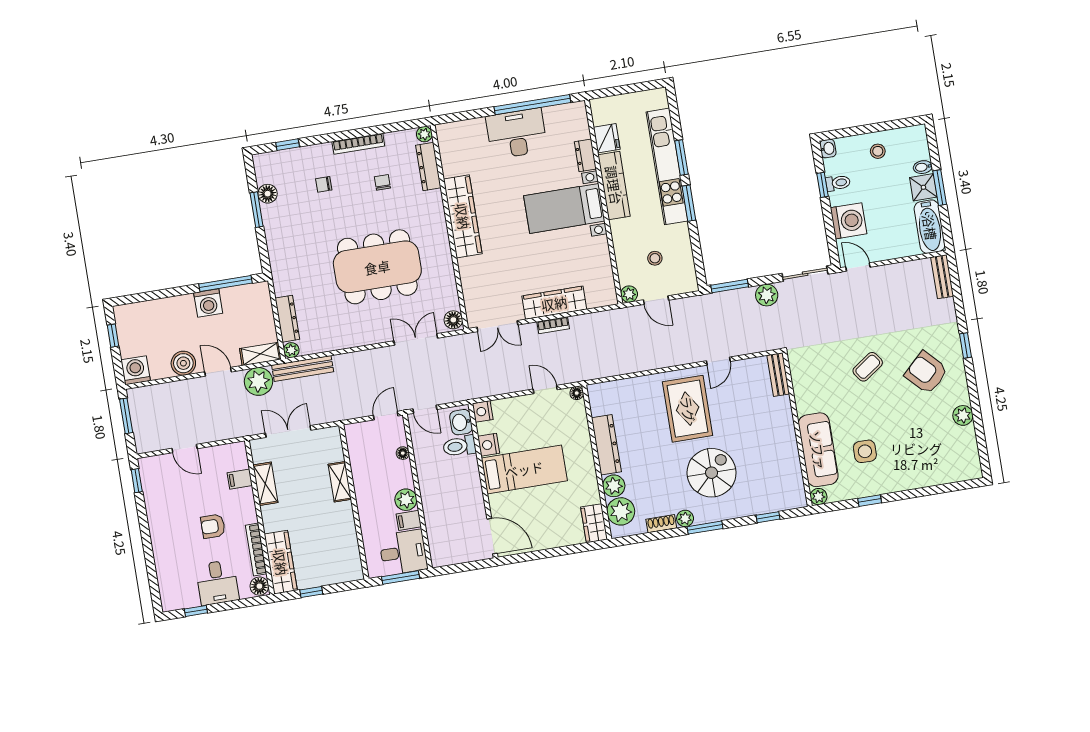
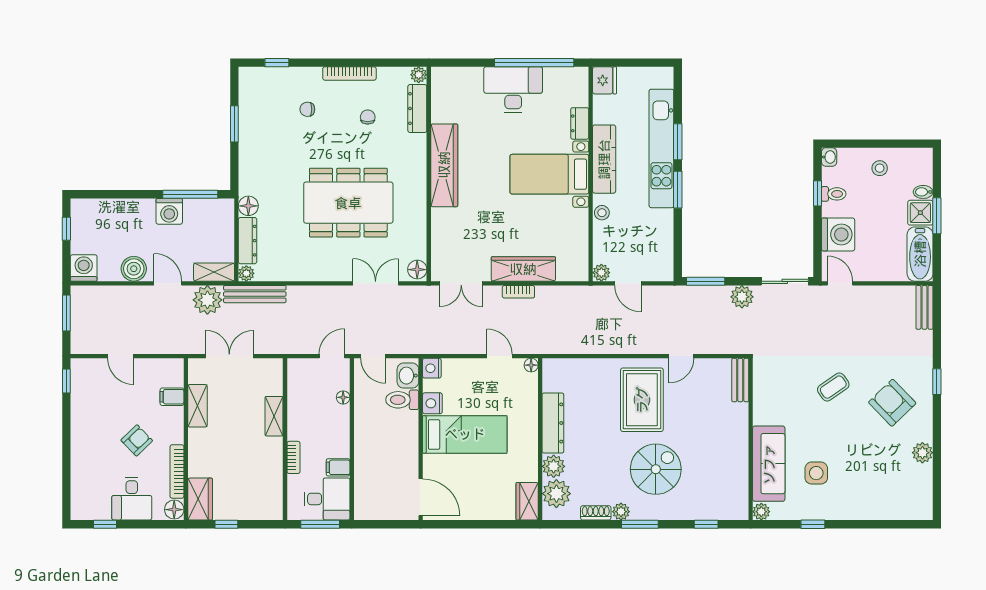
fridge: (607, 138) -> (605, 80), moved
floor lamp: (268, 194) -> (248, 206), moved
stool: (655, 258) -> (602, 213), moved
plant: (406, 500) -> (339, 446), removed
bookcase: (365, 518) -> (293, 457), added
armchair: (213, 526) -> (137, 440), turned 136
wardrobe: (281, 562) -> (200, 499), width x0.67

